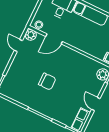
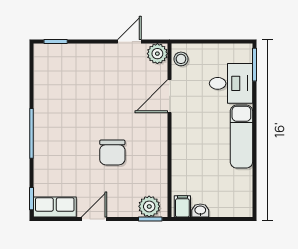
door: (54, 39) -> (169, 96), hinge flipped
chair: (47, 81) -> (112, 152), moved

